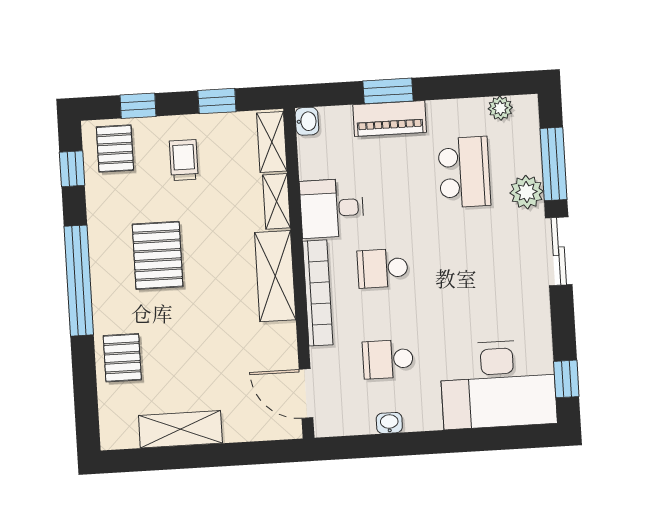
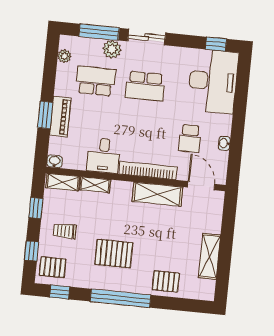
school desk: (382, 268) -> (145, 86), moved, width x1.85
shelving: (275, 276) -> (157, 194), moved
door: (306, 394) -> (201, 186), swing flipped

